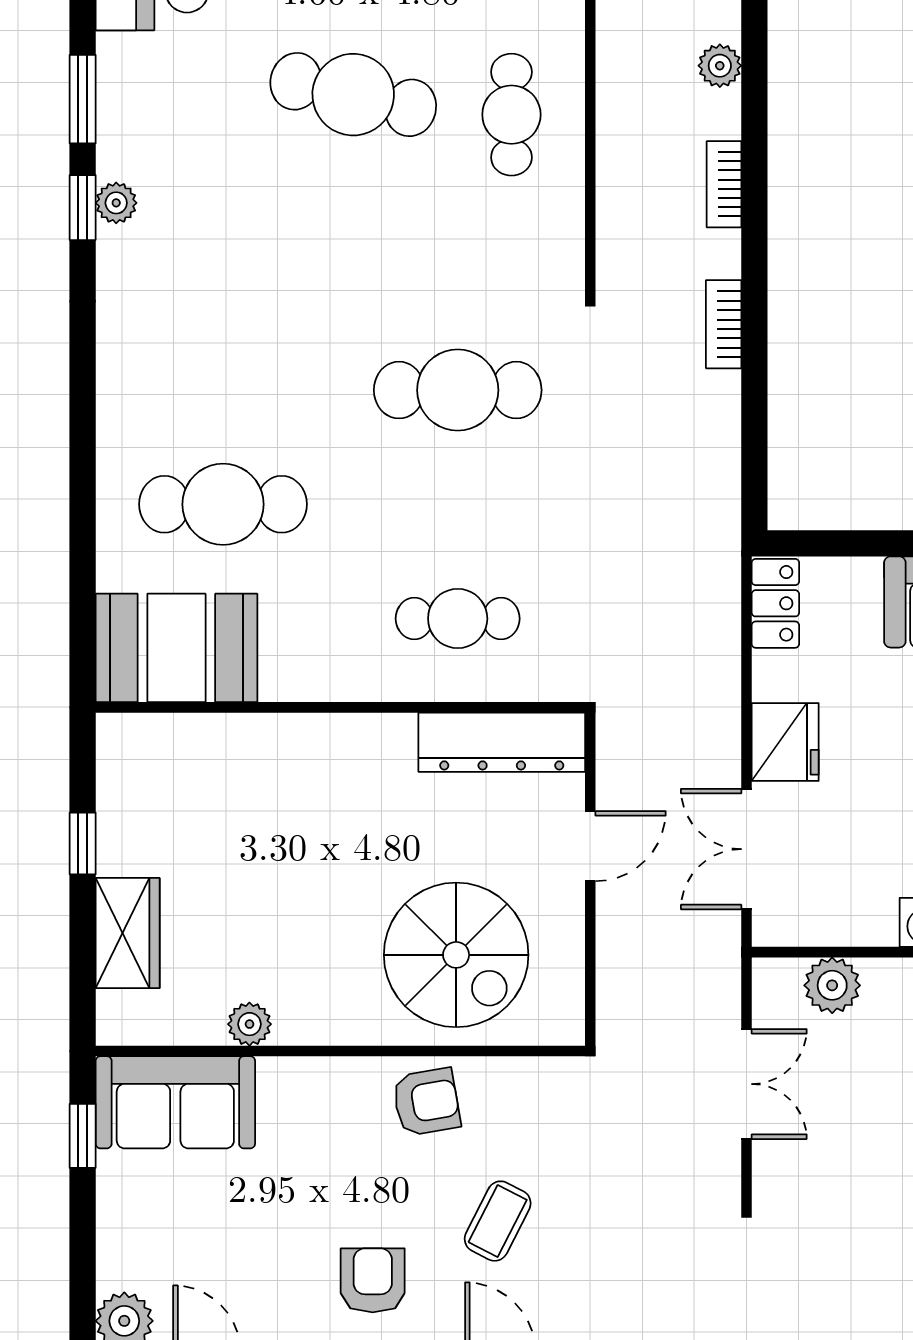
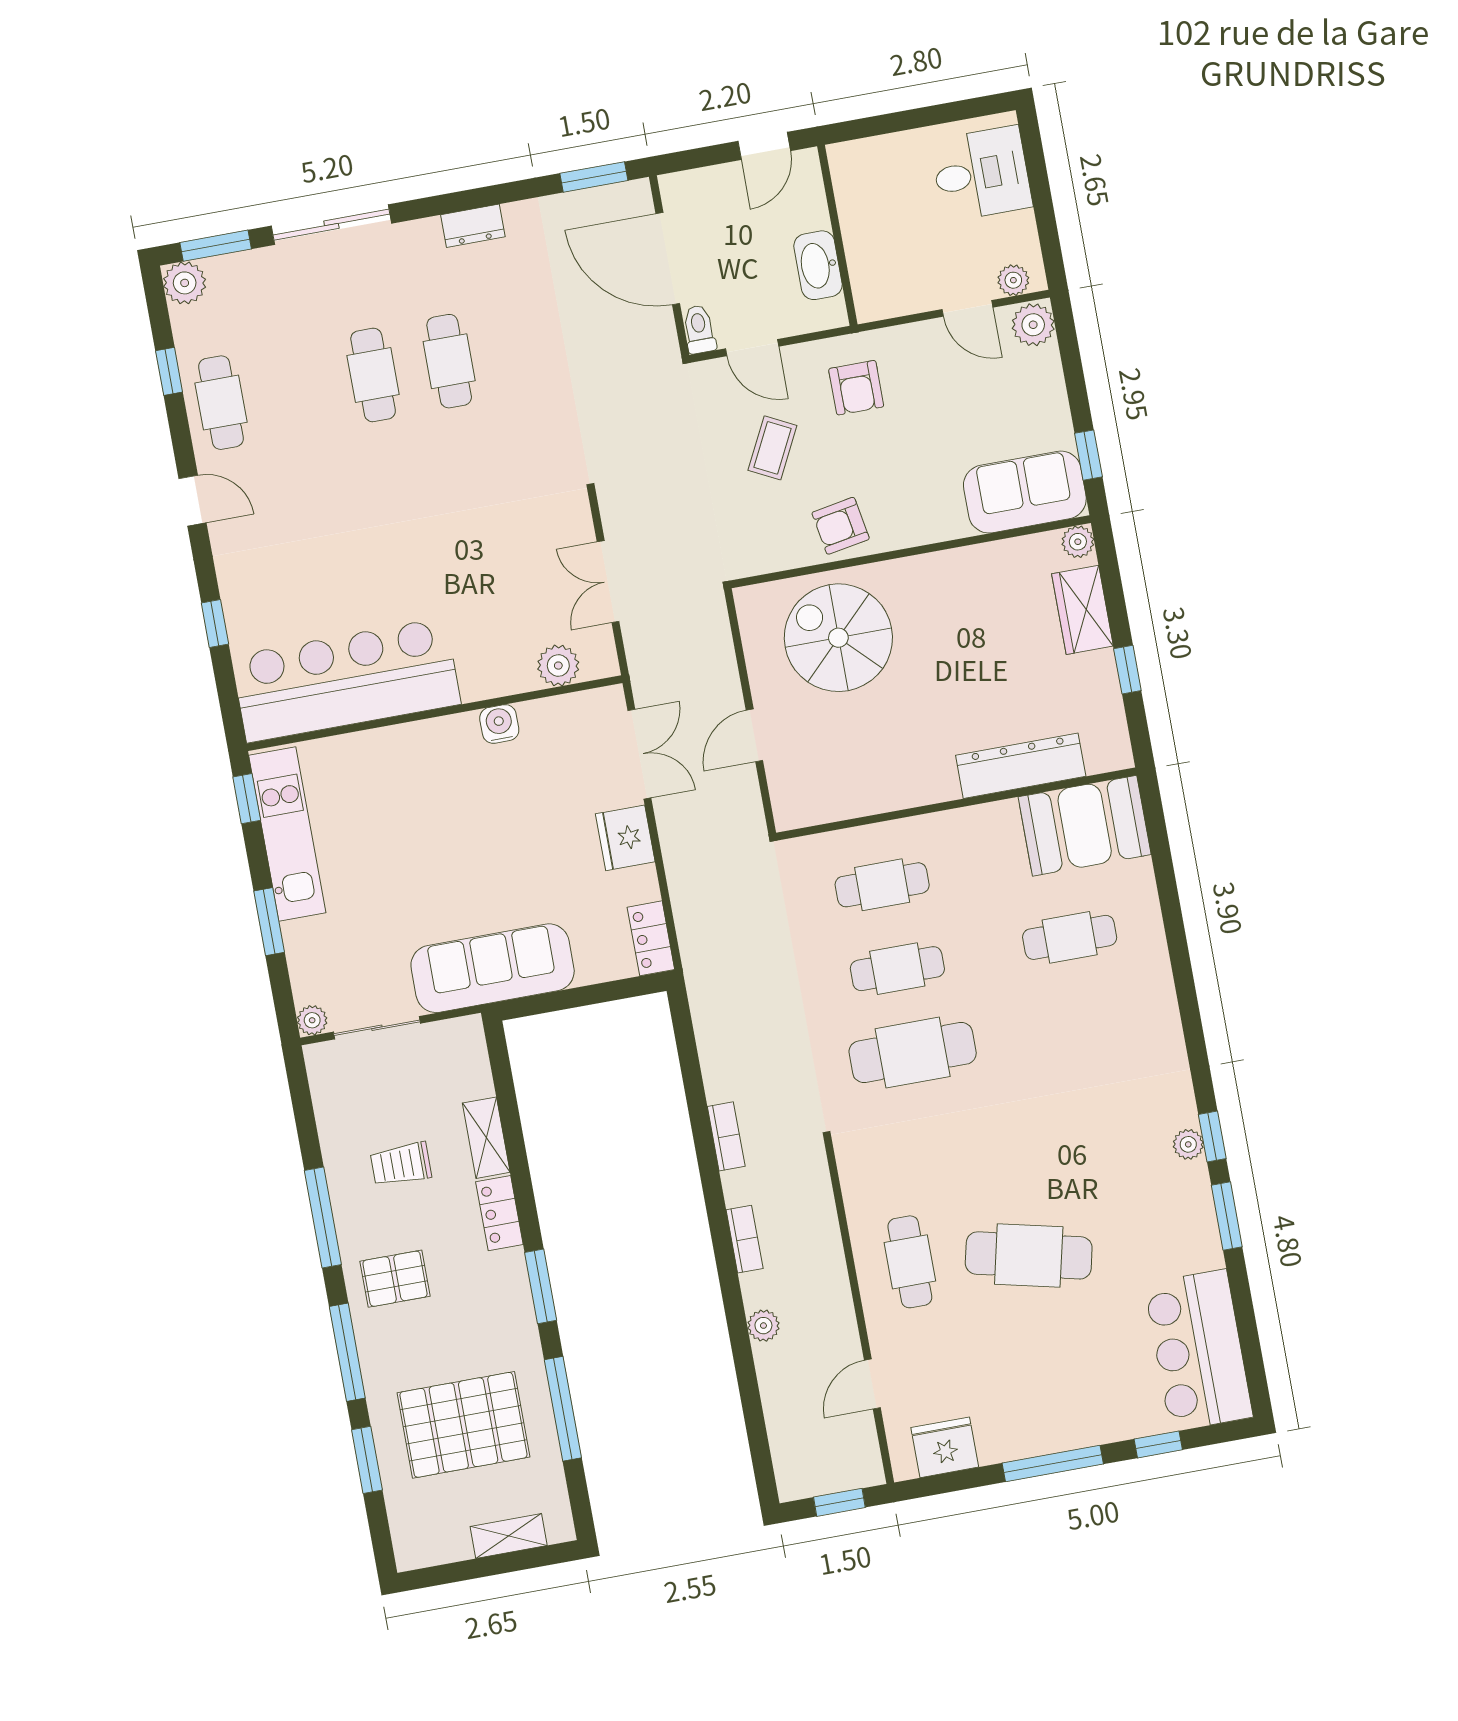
cafe table: (223, 504) -> (1070, 937), width x0.73, depth x0.74
cafe table: (458, 504) -> (897, 969), added
dresser: (502, 742) -> (1021, 766), moved
plant: (249, 1024) -> (1078, 542), moved

